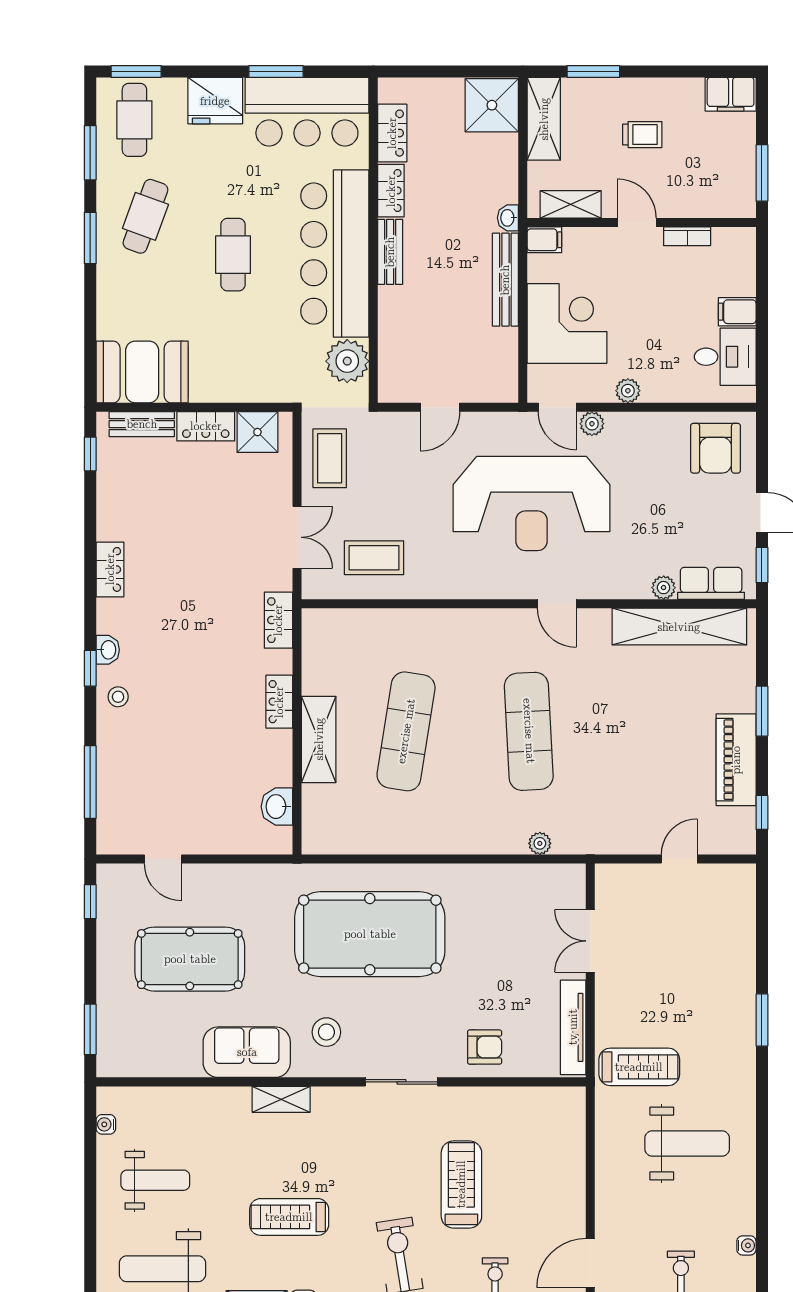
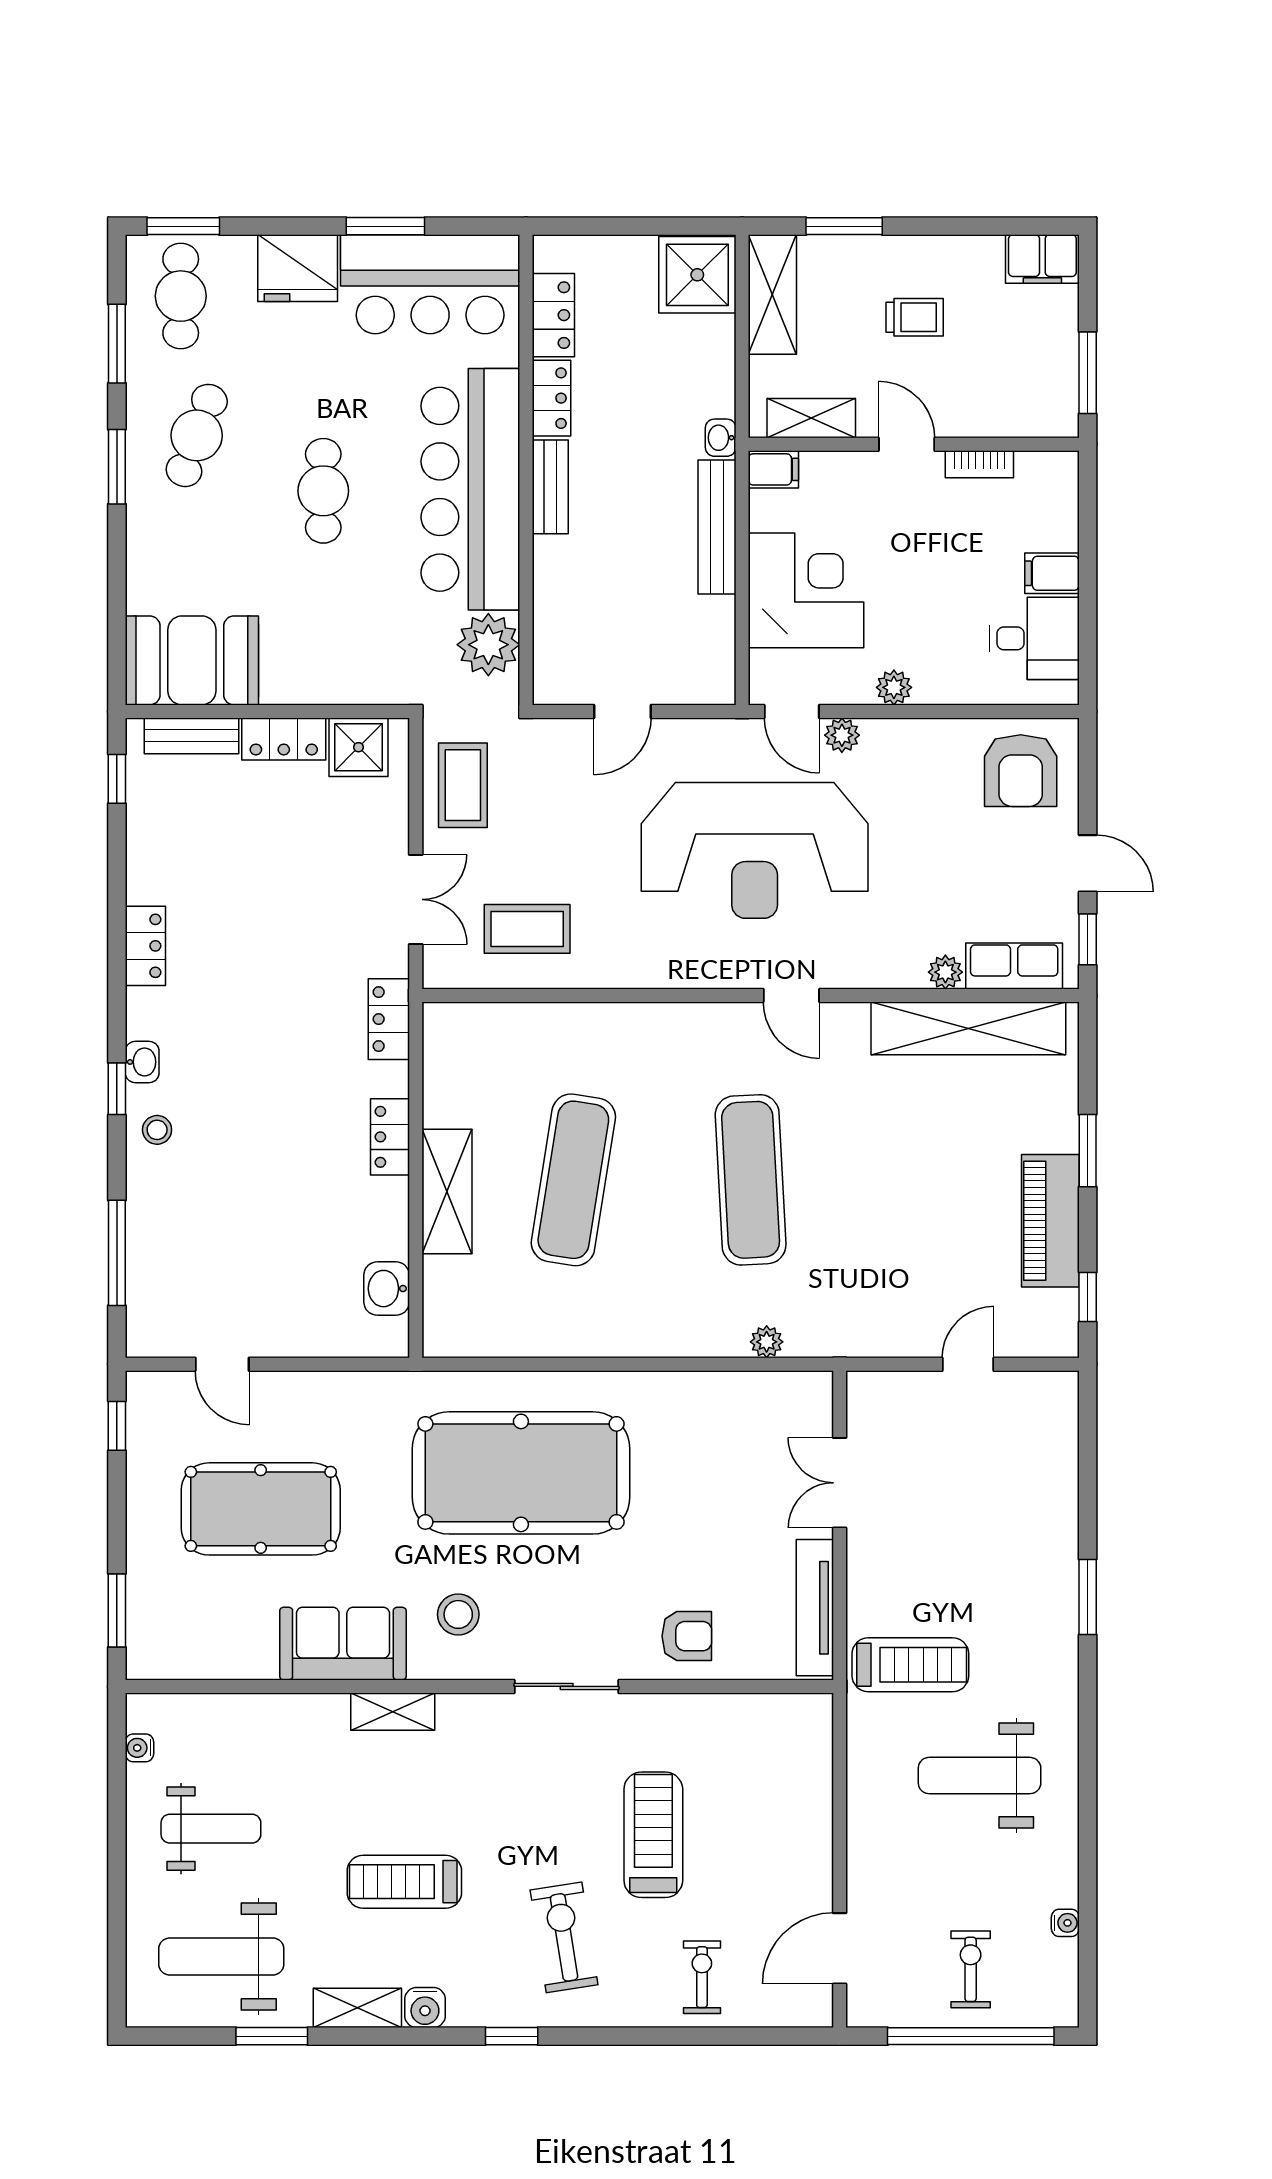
weight bench: (687, 1143) -> (980, 1776), turned 180

